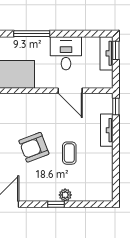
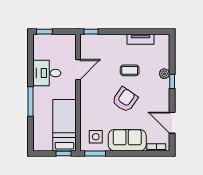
tv unit: (106, 53) -> (47, 39), removed
tv unit: (107, 130) -> (141, 39), moved
armchair: (34, 147) -> (125, 100), turned -124

